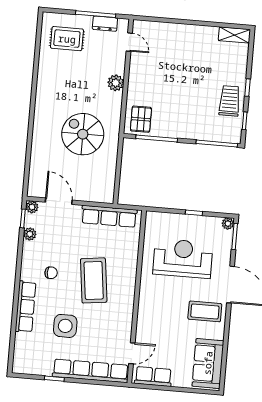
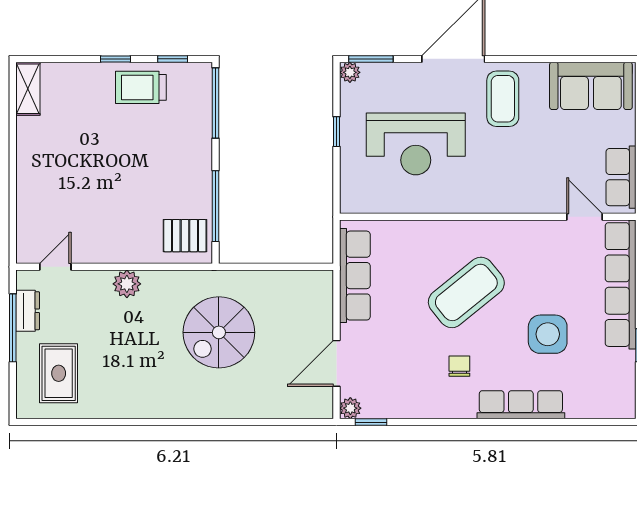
plant: (30, 234) -> (397, 408), removed
reception desk: (183, 258) -> (416, 144), turned -90
coffee table: (94, 280) -> (466, 292), turned -32

